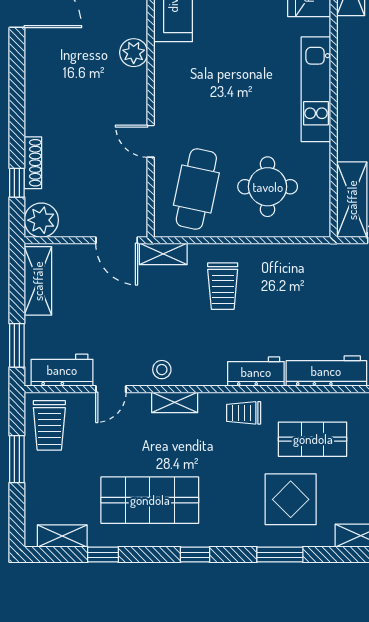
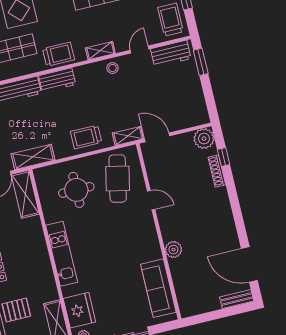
shelving: (38, 281) -> (33, 157), moved, turned 90
trolley: (223, 286) -> (86, 137), moved, turned -90
trolley: (244, 413) -> (59, 54), width x1.36, depth x1.39

